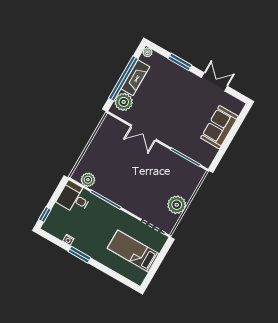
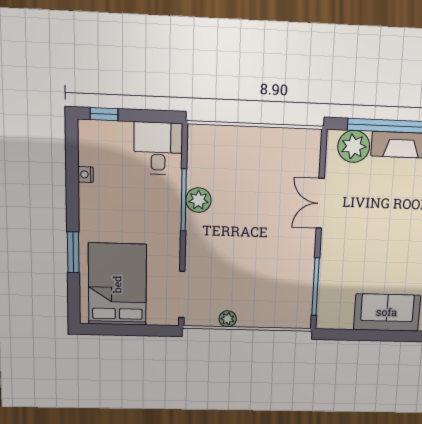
plant: (88, 180) -> (198, 200), moved
plant: (177, 205) -> (228, 319), width x0.53, depth x0.53
bed: (133, 251) -> (117, 284), width x1.50
window: (79, 255) -> (73, 252), moved

